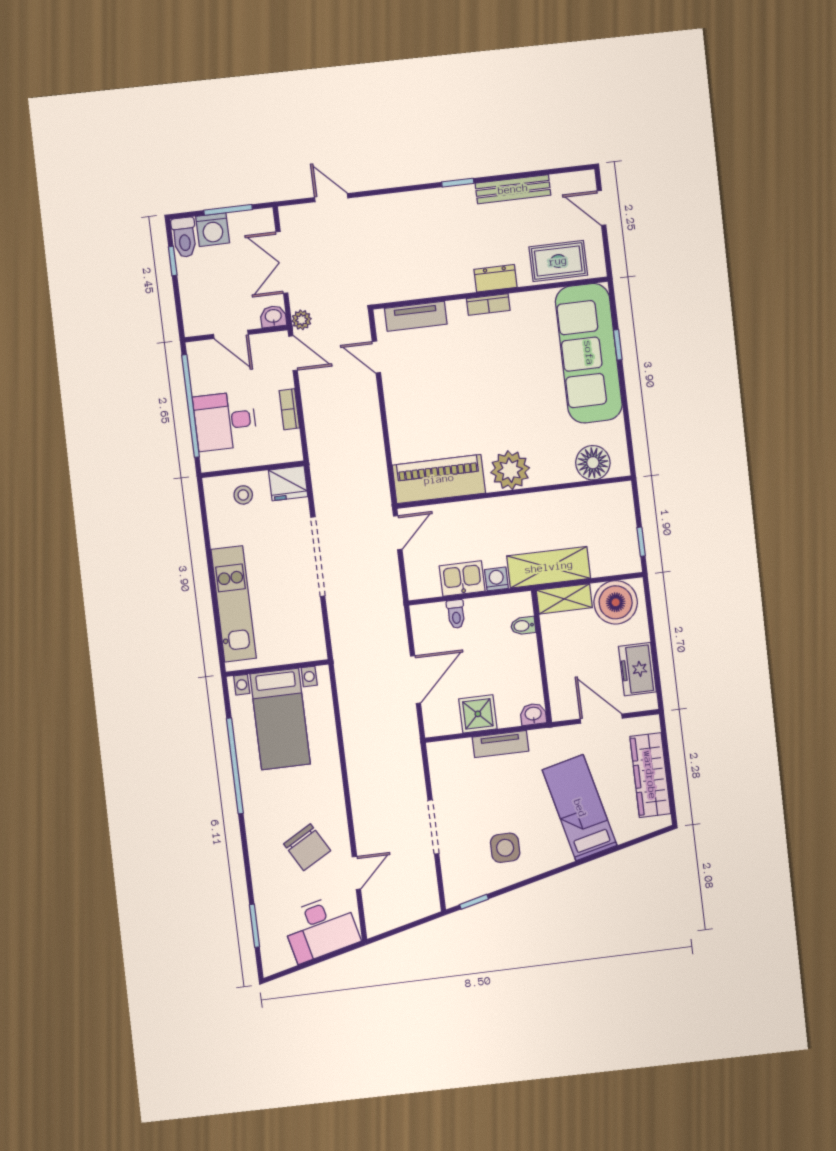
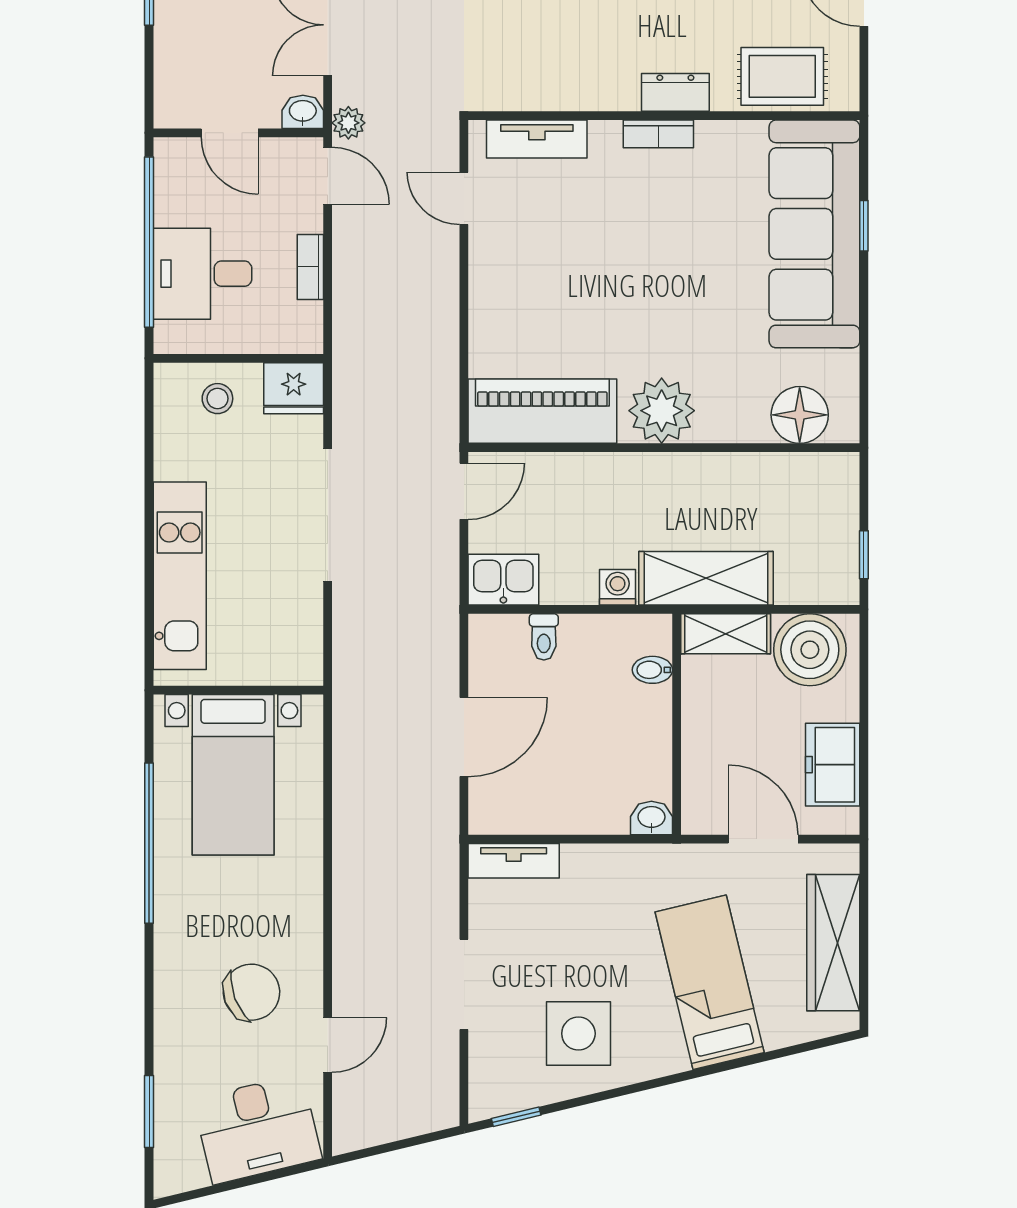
kitchen sink: (462, 578) -> (503, 580), moved
shower: (478, 714) -> (560, 806), removed
tv unit: (500, 744) -> (514, 861), moved
chair: (307, 847) -> (252, 992), turned -81
side table: (505, 848) -> (578, 1034), width x1.37, depth x1.37

